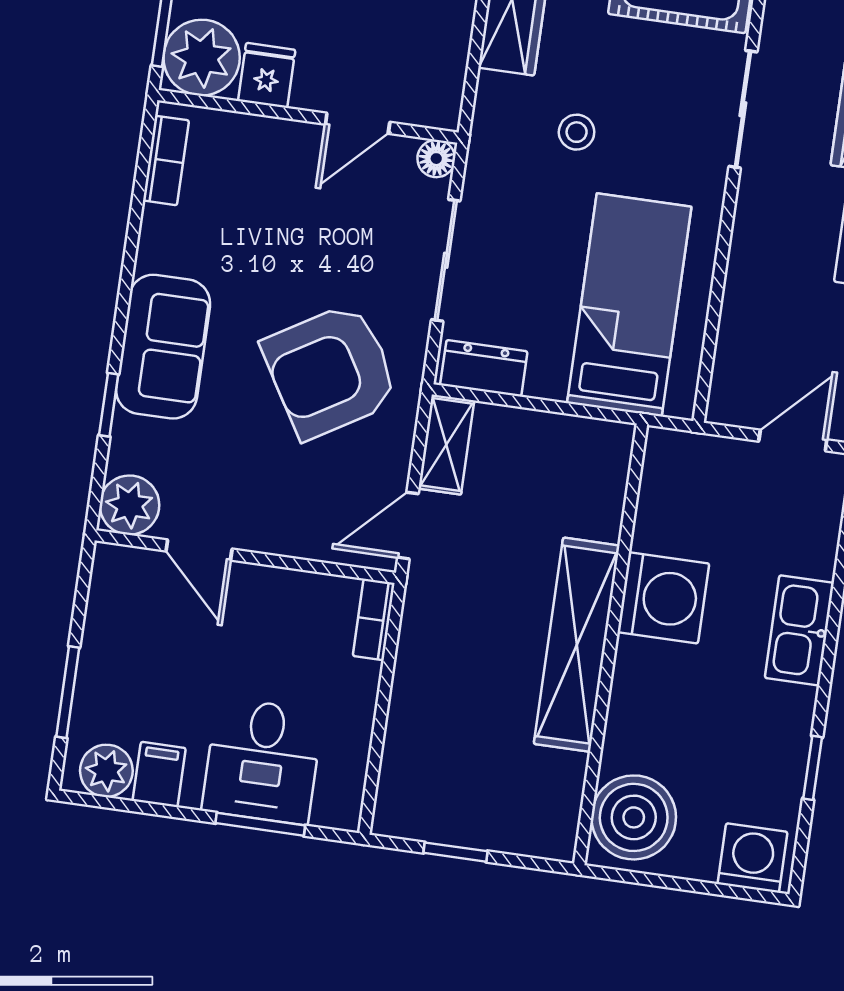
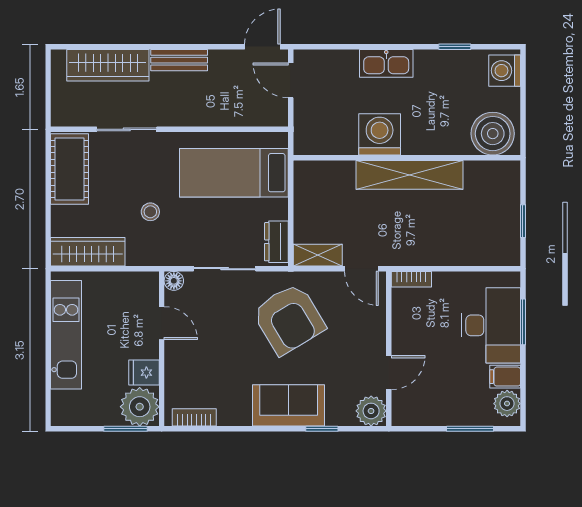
desk: (262, 761) -> (491, 325), width x1.37

